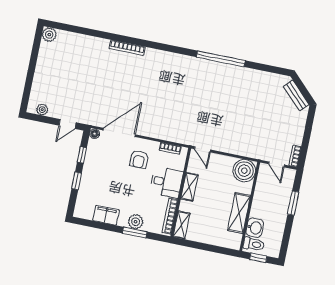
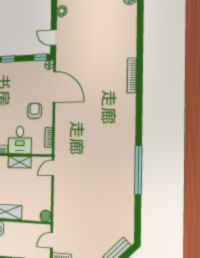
window: (82, 155) -> (40, 57), moved
armchair: (139, 159) -> (35, 111), turned 90
boiler: (244, 171) -> (46, 216), width x0.54, depth x0.54

